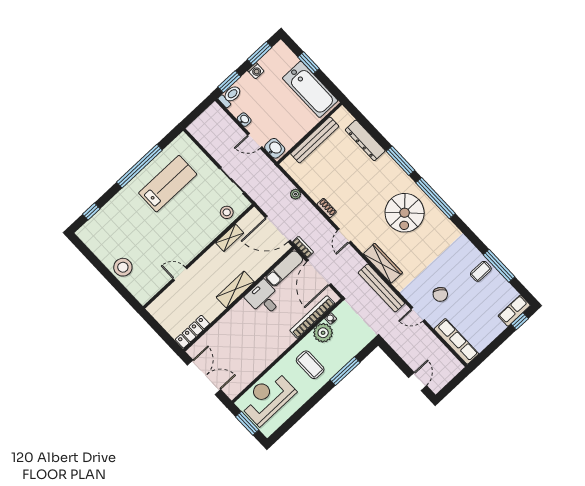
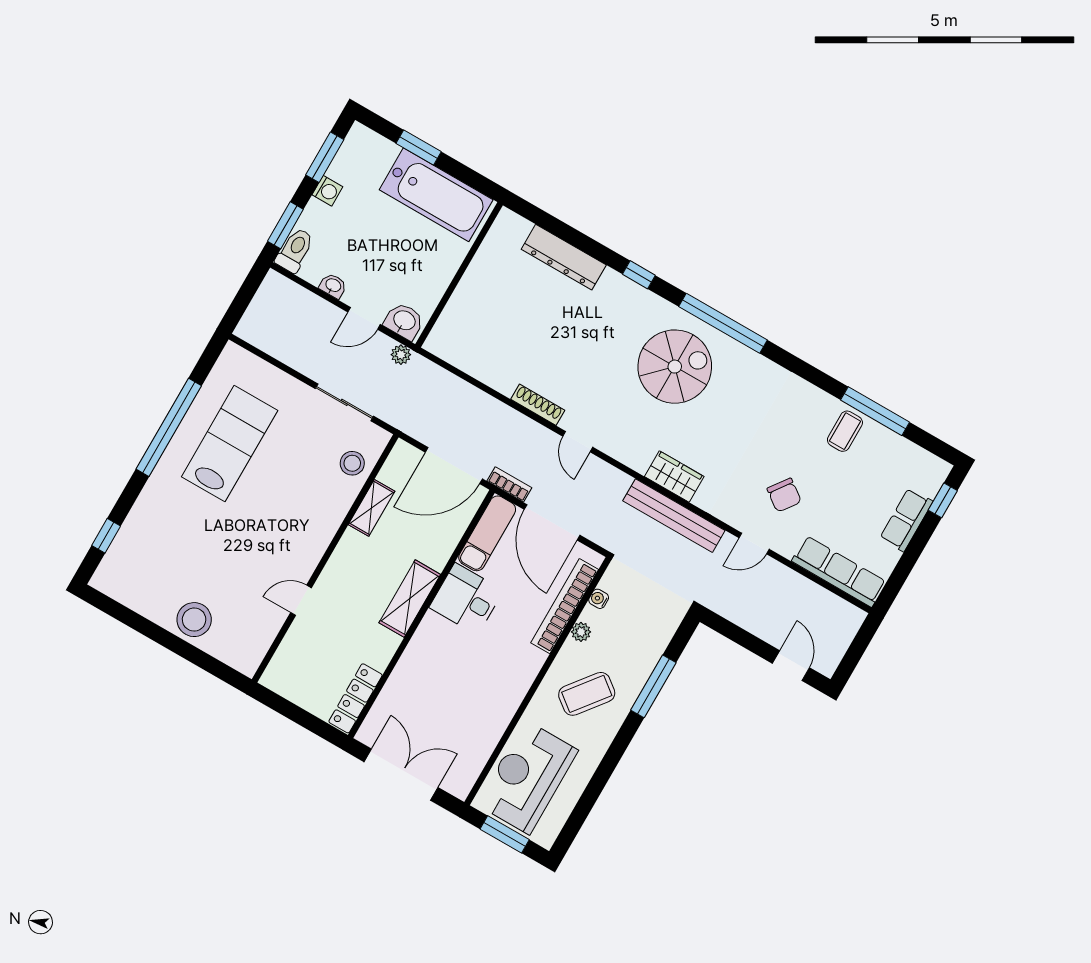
bench: (315, 140) -> (472, 284), removed
window: (400, 161) -> (639, 275), width x0.46
plant: (296, 194) -> (401, 355), moved
shoe rack: (327, 208) -> (538, 405), width x1.43
spiral stairs: (405, 213) -> (675, 367), turned -90
wardrobe: (383, 263) -> (674, 477), width x0.67
row of seats: (514, 311) -> (906, 520), moved
plant: (323, 333) -> (581, 632), width x0.53, depth x0.53
coffee table: (310, 365) -> (587, 694), turned -52

